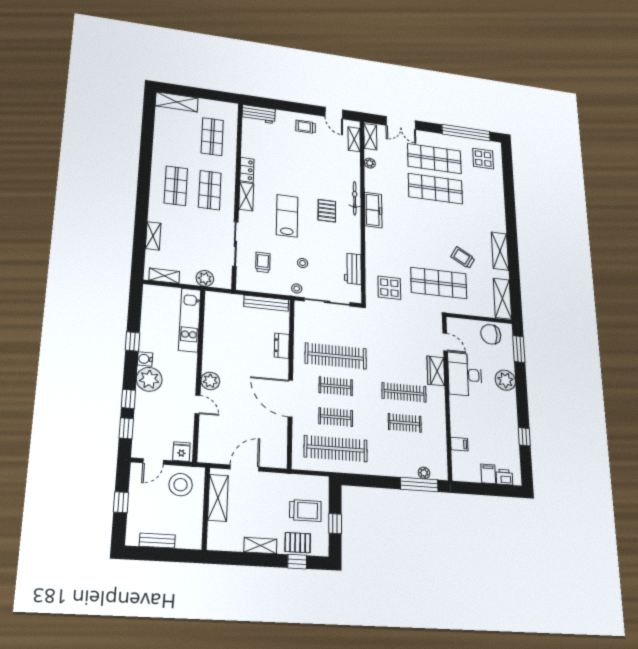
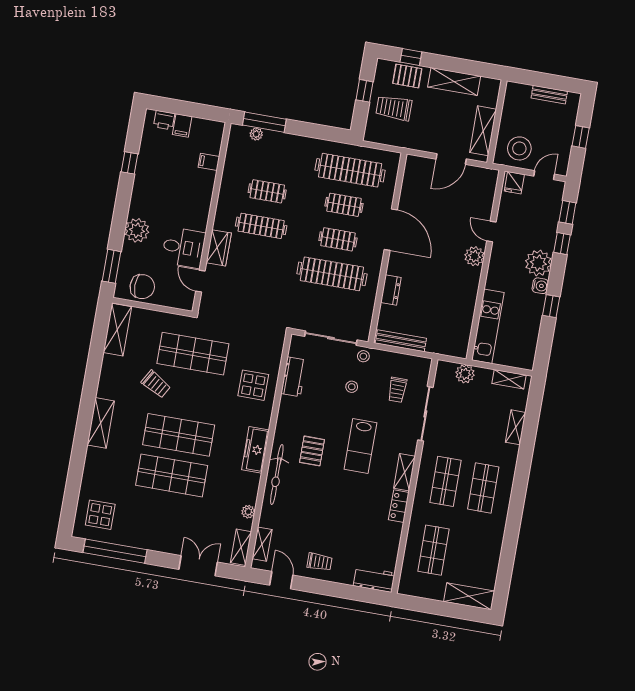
shop shelf: (434, 159) -> (179, 435), moved
bicycle: (355, 198) -> (277, 474), width x1.37, depth x1.40
shelving: (500, 251) -> (101, 423), moved
display table: (389, 288) -> (253, 385), moved
desk: (465, 375) -> (184, 248), width x0.73
shelving: (260, 546) -> (454, 82), width x1.50, depth x1.33

